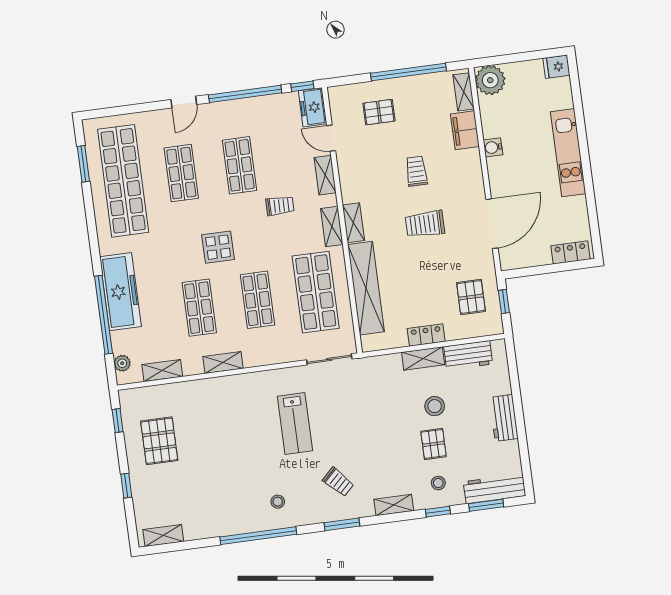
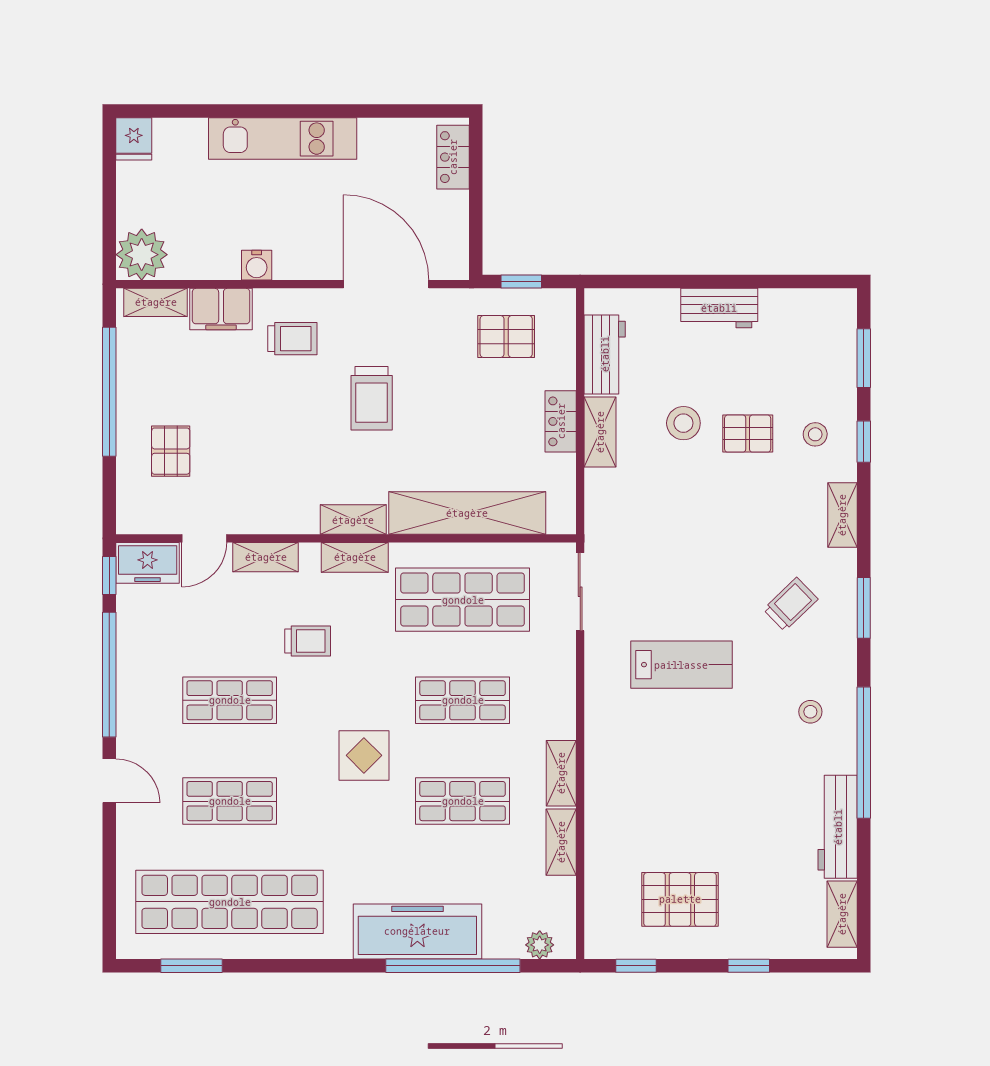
trolley: (416, 171) -> (292, 339), moved, turned 180
trolley: (280, 206) -> (308, 641), turned 90
shelving: (162, 371) -> (561, 842), moved
workbench: (495, 489) -> (838, 827), moved

